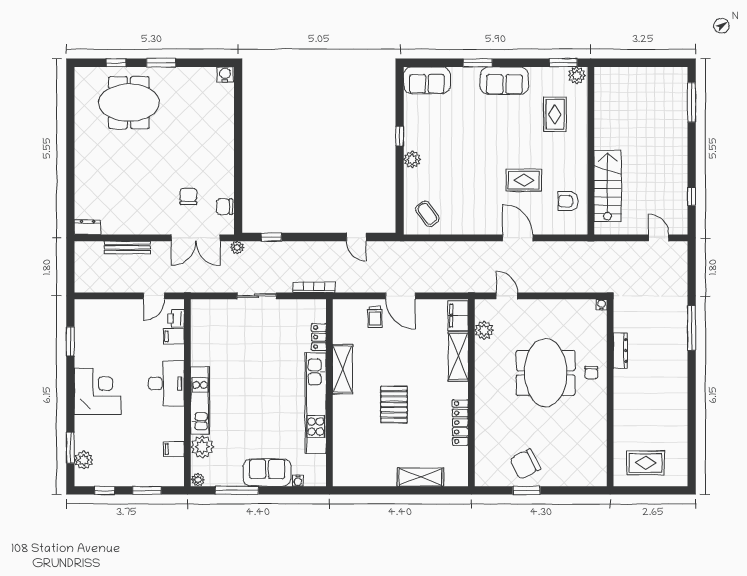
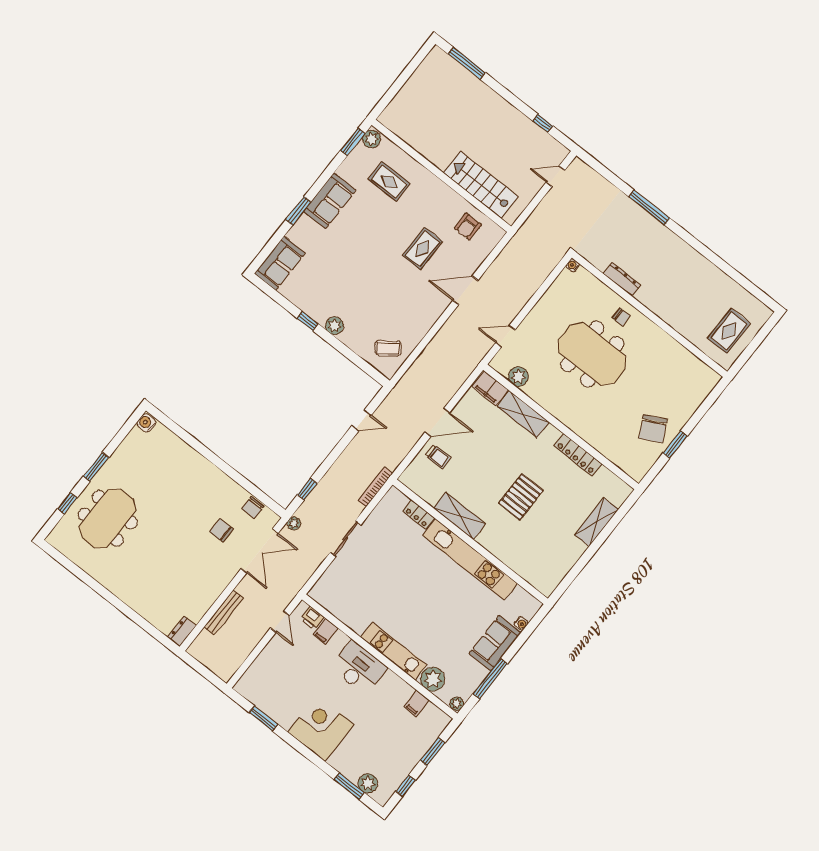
pallet: (394, 404) -> (521, 497), turned 90

